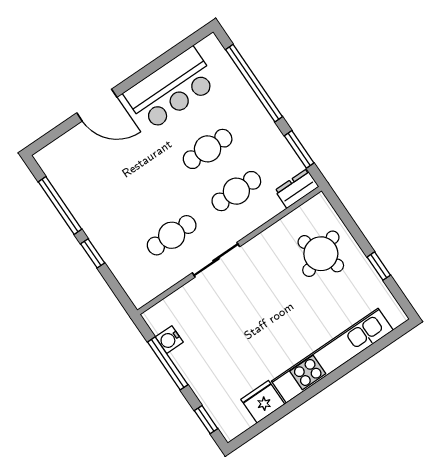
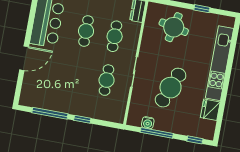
round table: (321, 254) -> (174, 27), turned 32
cafe table: (241, 325) -> (171, 88), added

